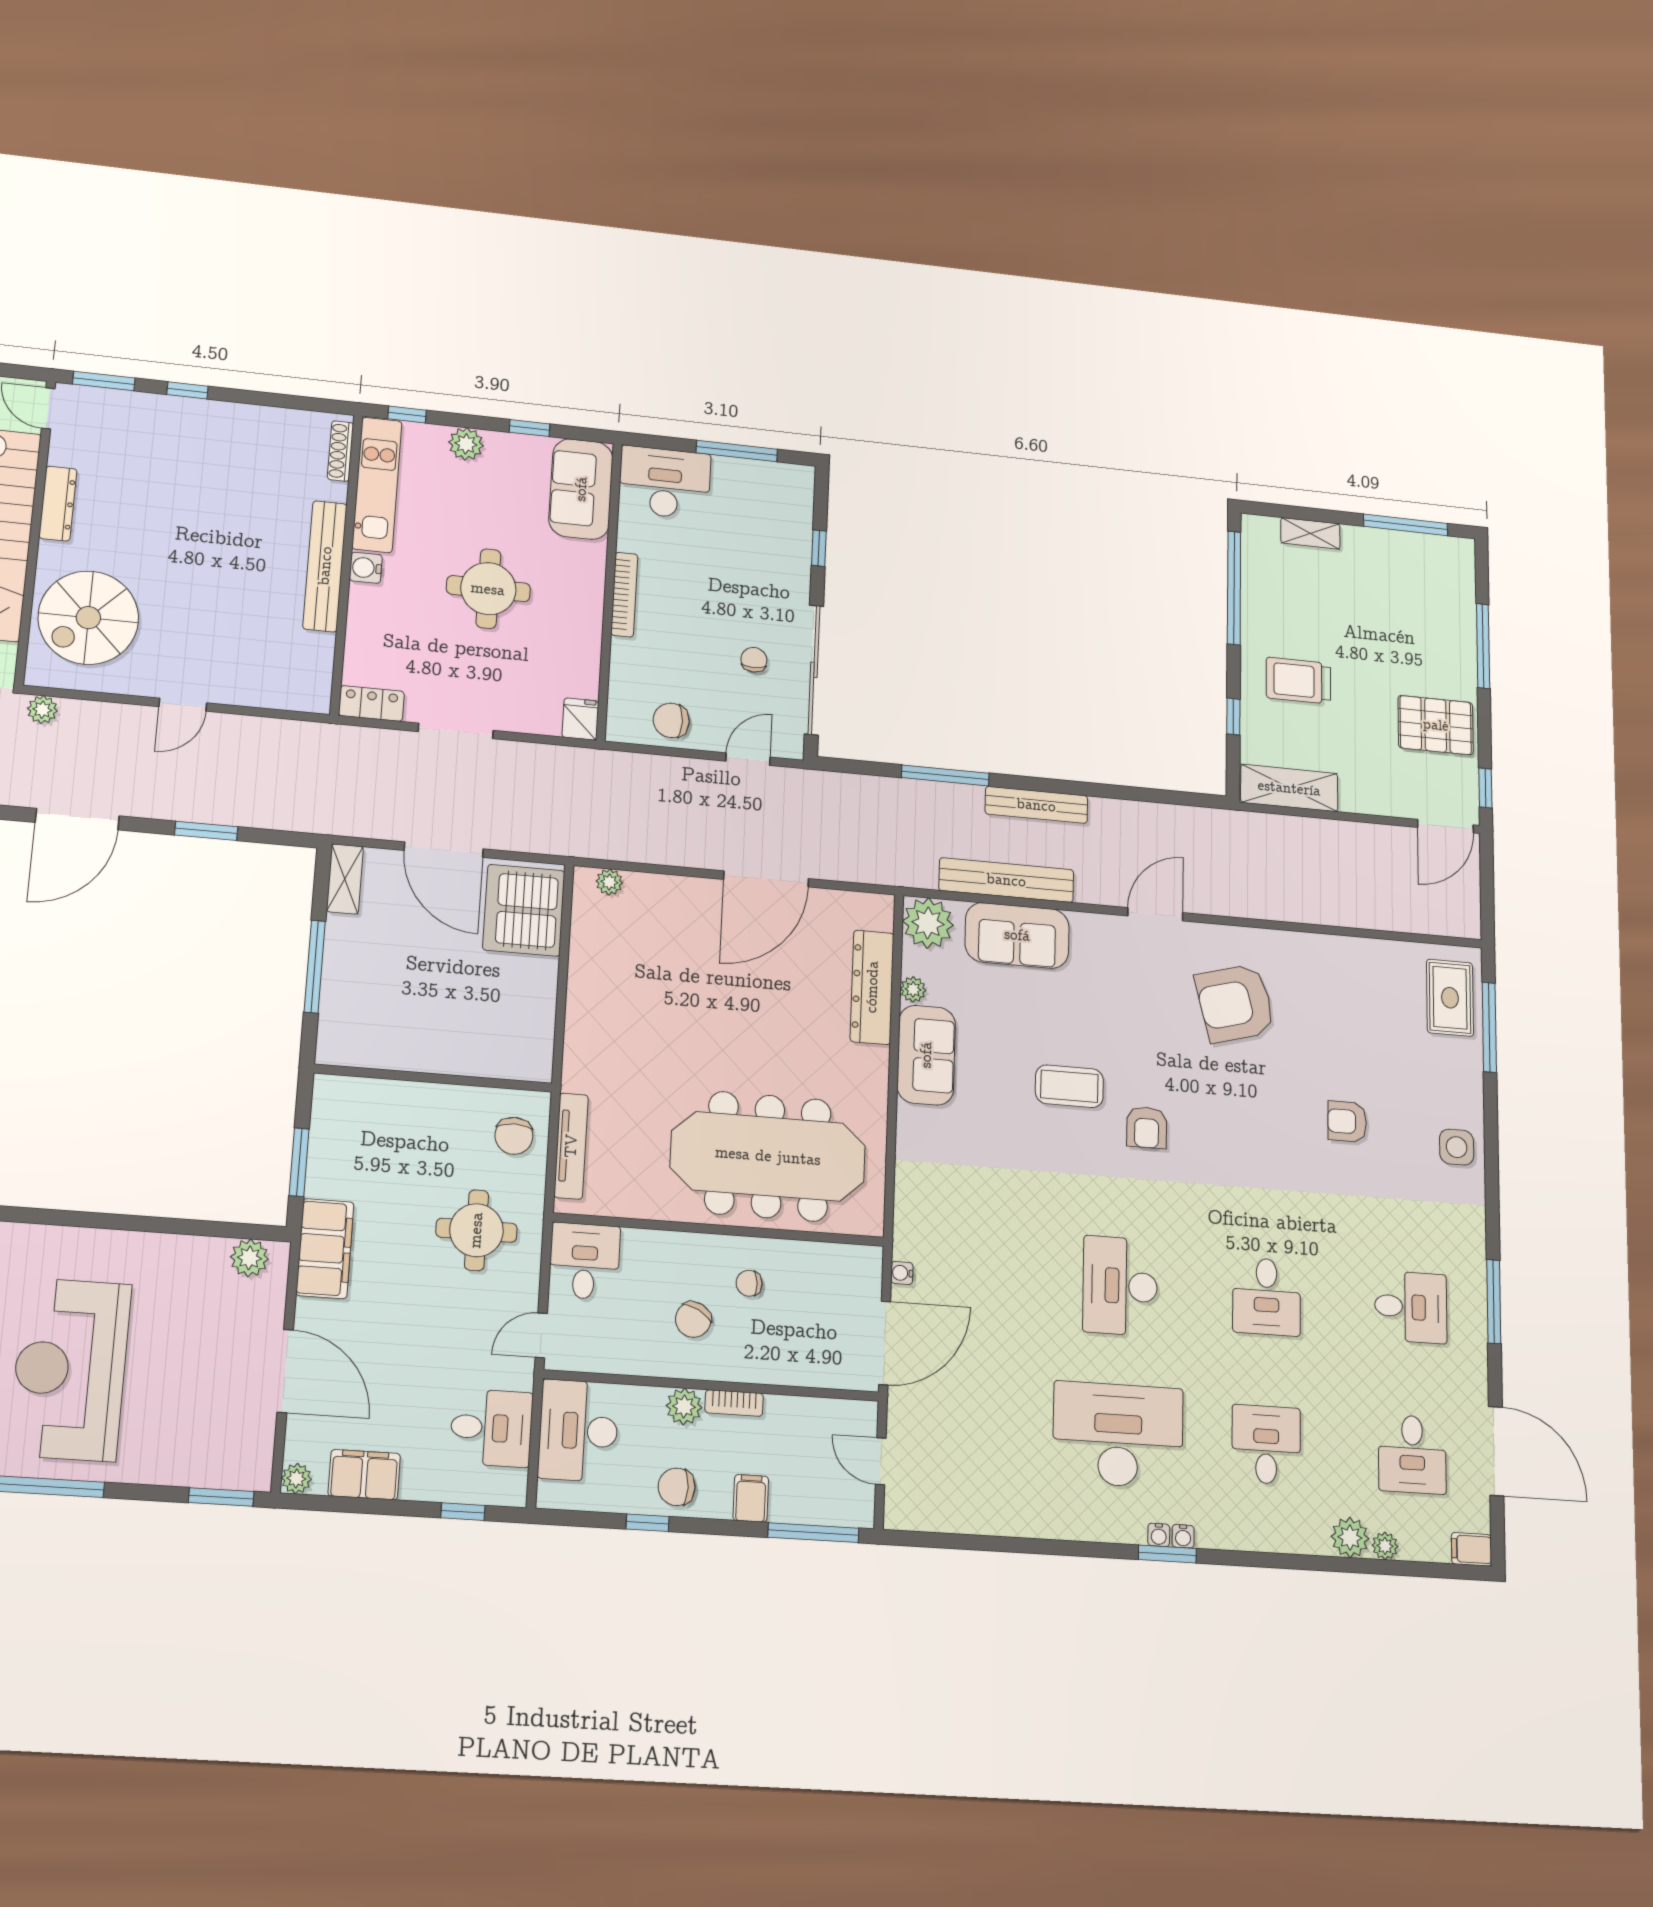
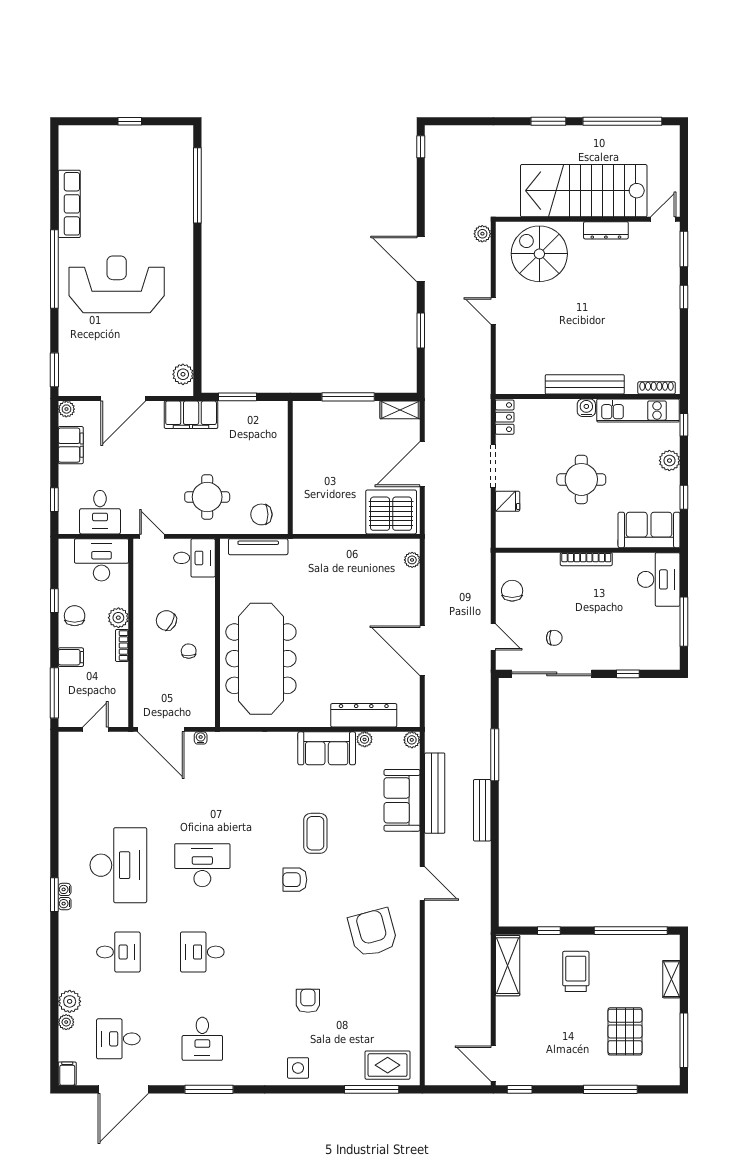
fridge: (580, 719) -> (508, 501), moved
pallet: (1436, 725) -> (625, 1031), moved
plant: (928, 923) -> (412, 740), width x0.53, depth x0.53

